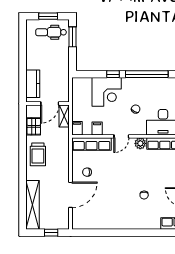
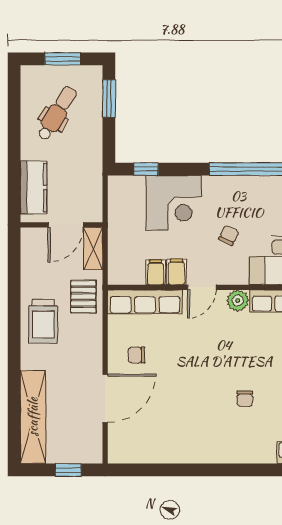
dental chair: (51, 32) -> (57, 113), moved, turned 121
window: (113, 74) -> (146, 169), moved
pallet: (34, 126) -> (83, 297), moved
filing cabinet: (77, 128) -> (176, 272), moved

